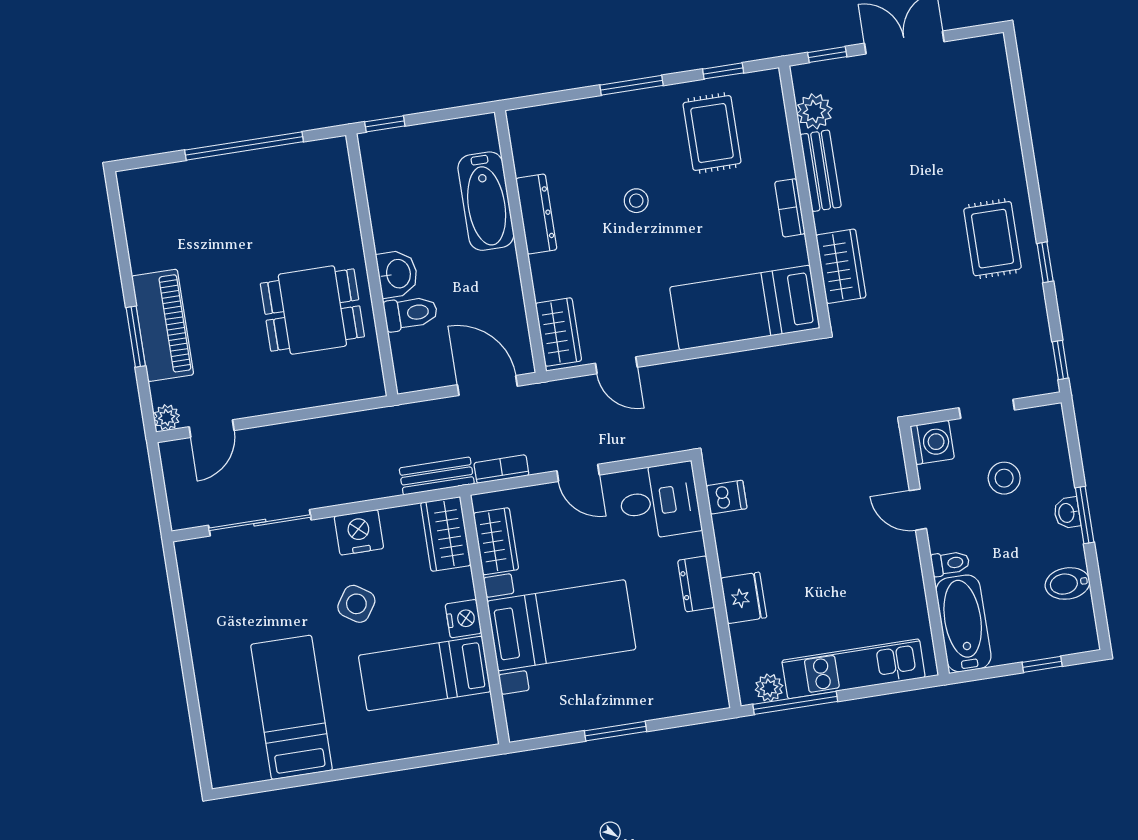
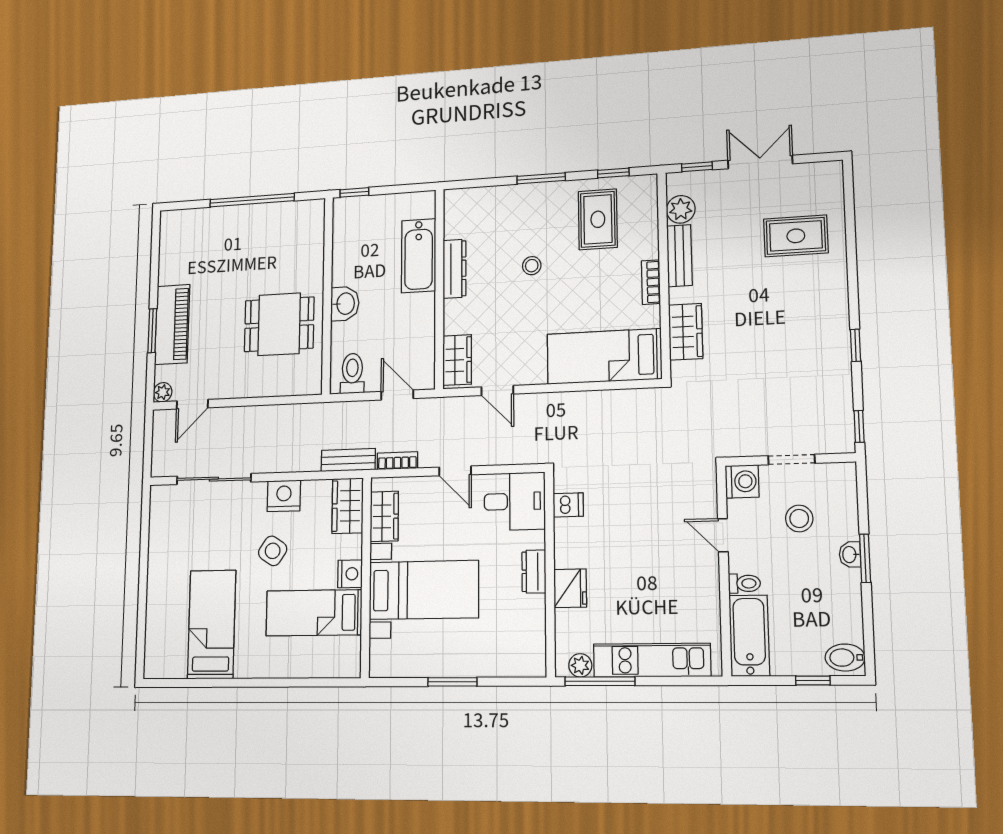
rug: (992, 239) -> (796, 236), moved, turned 90
toilet: (411, 313) -> (352, 373), moved, turned -90
door: (487, 385) -> (397, 395), width x0.73
bidet: (1067, 583) -> (845, 658), moved

